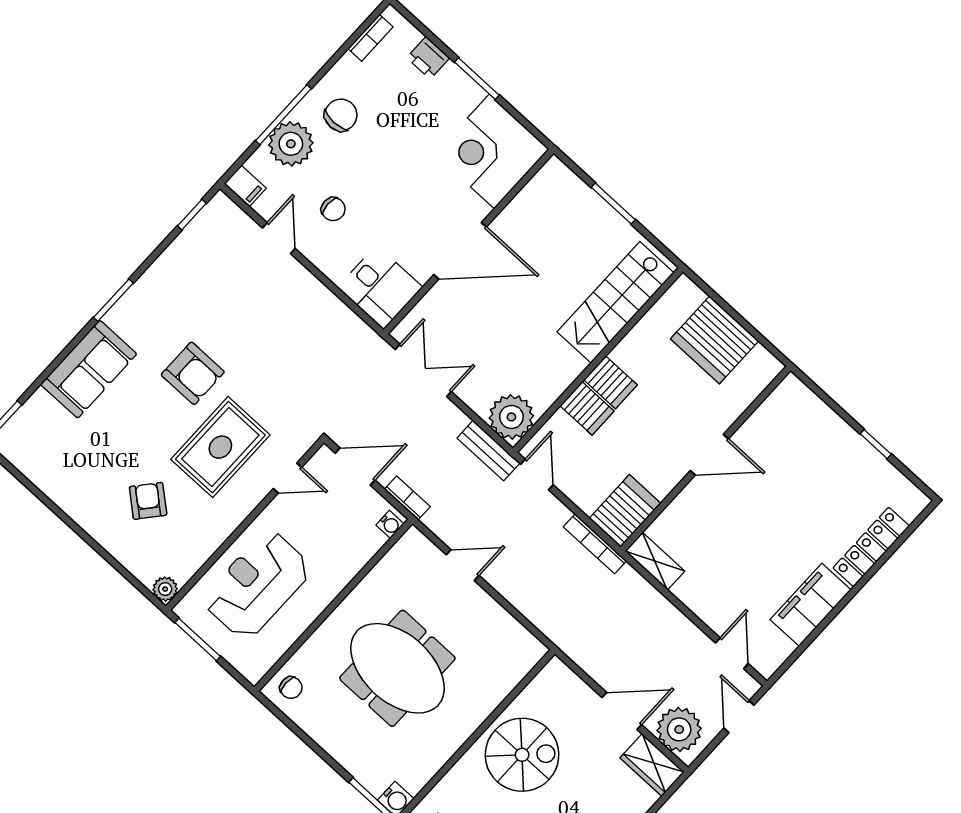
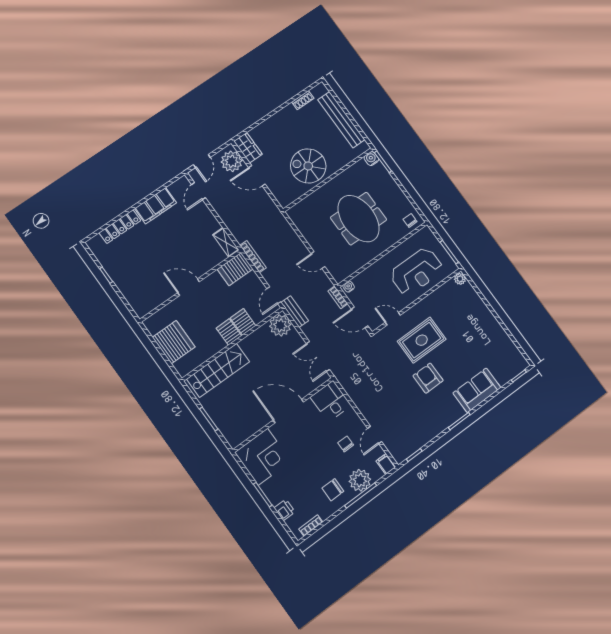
armchair: (148, 501) -> (460, 322), removed

